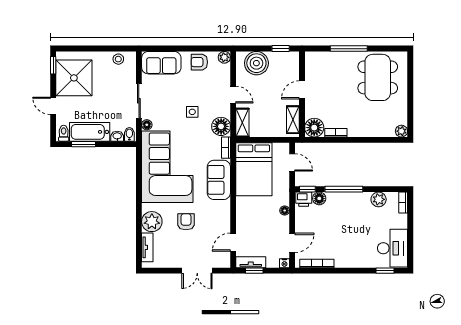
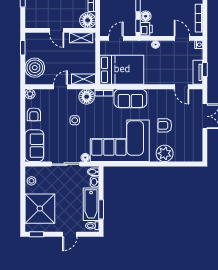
shower: (74, 78) -> (40, 209), moved
tv unit: (147, 247) -> (186, 157), removed

